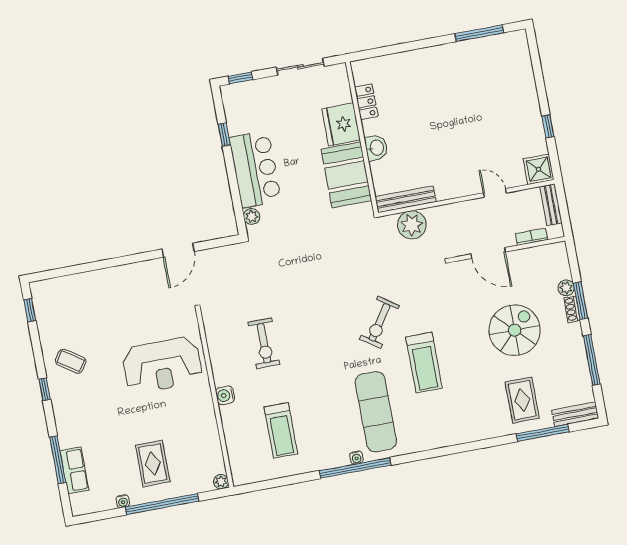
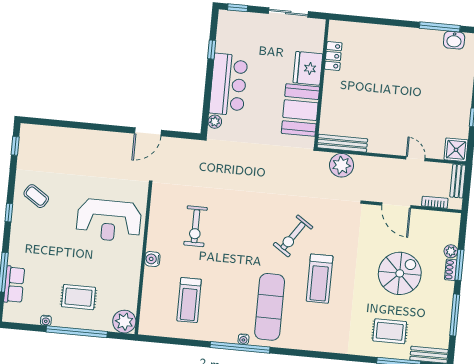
washbasin: (376, 148) -> (454, 40), moved, turned 90
rug: (522, 400) -> (390, 331), turned 90
rug: (153, 463) -> (79, 297), turned 90
plant: (221, 482) -> (124, 322), width x1.88, depth x1.88

